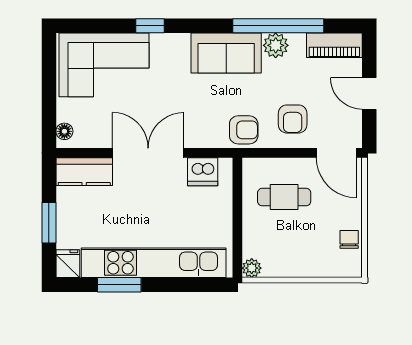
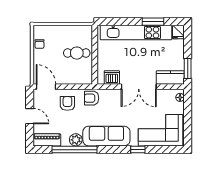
sofa: (226, 53) -> (106, 136), width x1.36
cafe table: (284, 197) -> (77, 53), moved
window: (49, 223) -> (188, 68), moved
plant: (252, 268) -> (88, 30), removed

